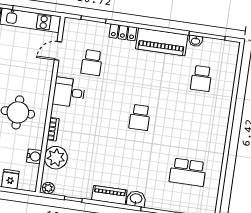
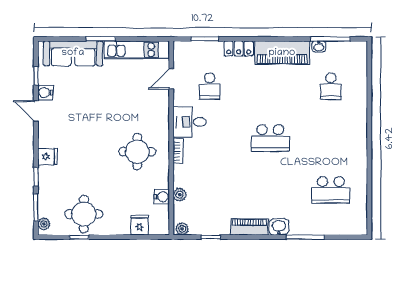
school desk: (140, 117) -> (270, 138), width x1.85
bookcase: (53, 129) -> (178, 151), moved
plant: (56, 158) -> (180, 195), width x0.53, depth x0.53

